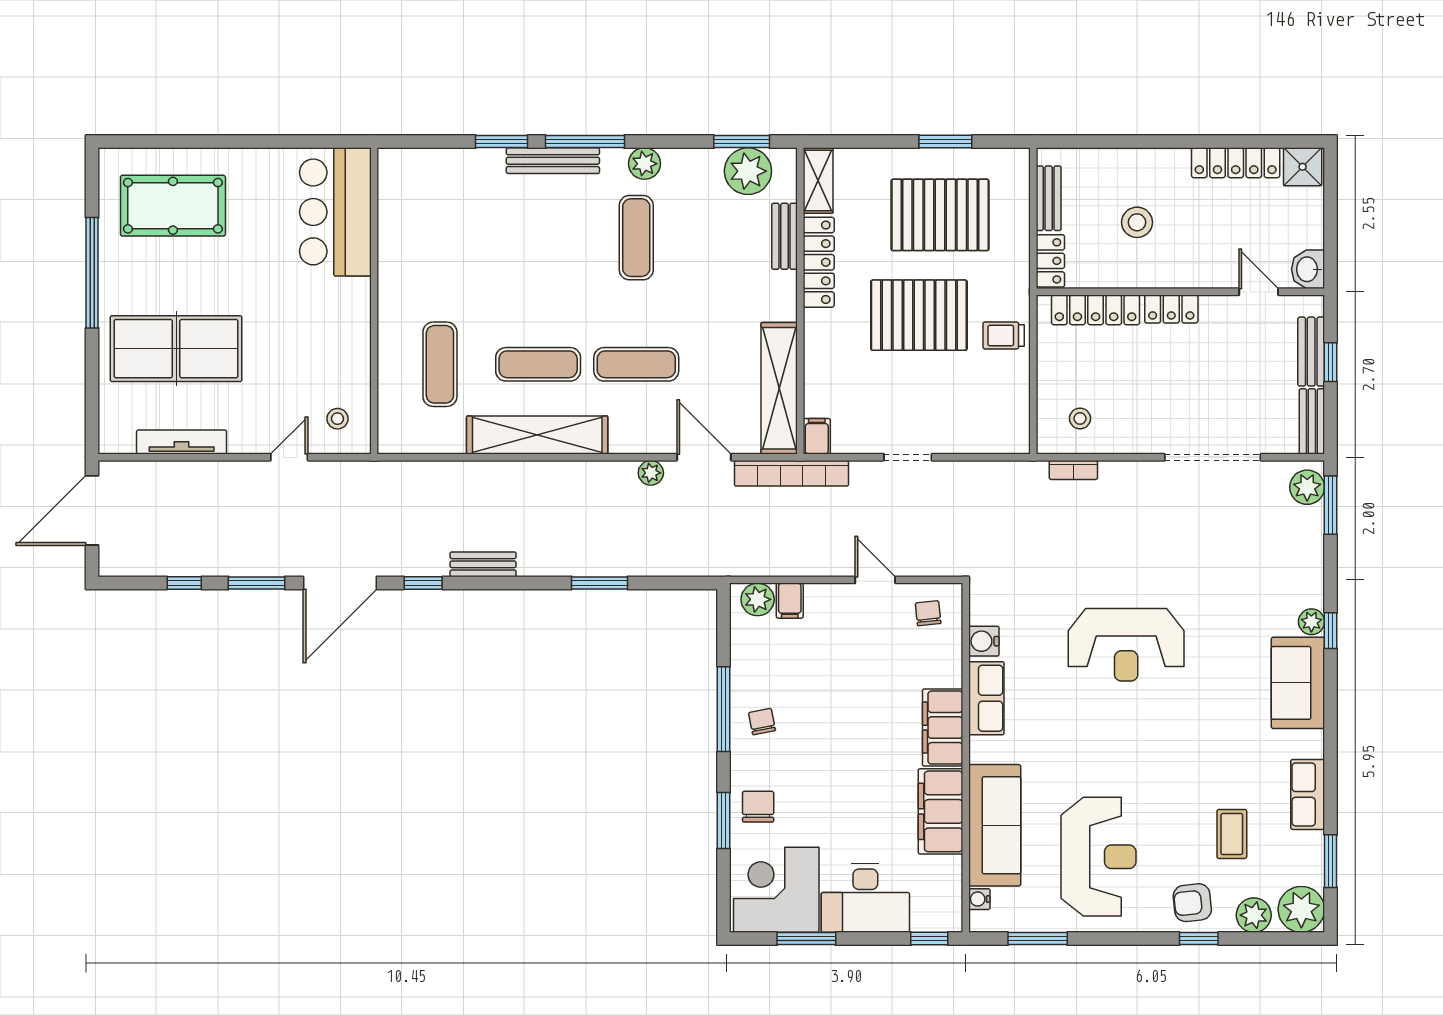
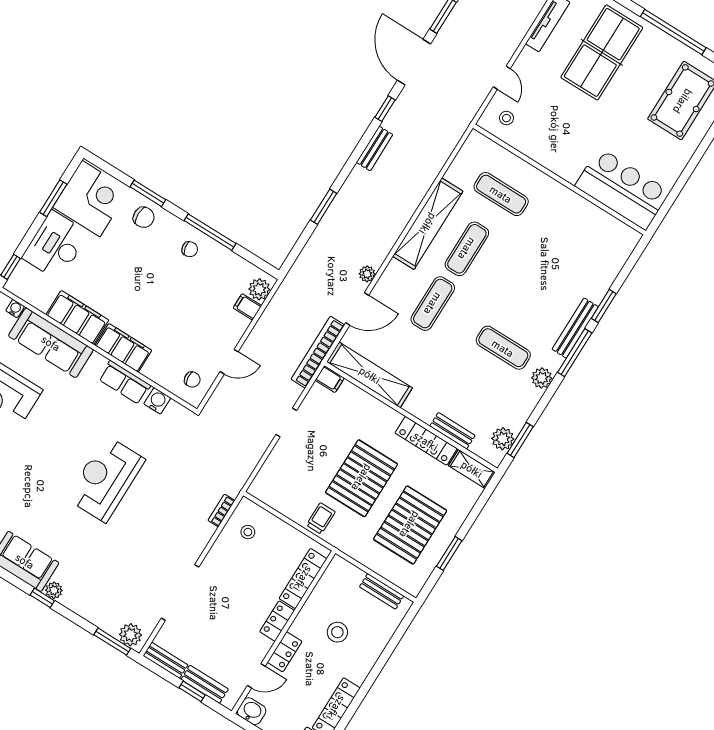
plant: (748, 171) -> (503, 439), width x0.73, depth x0.73
locker: (1050, 261) -> (285, 652), moved, turned -90

